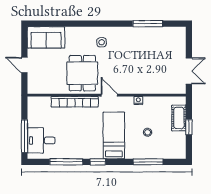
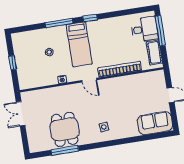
dining table: (82, 73) -> (65, 129), moved
cot: (179, 118) -> (154, 52), moved
window: (66, 162) -> (119, 13), removed
window: (148, 162) -> (59, 23), moved

